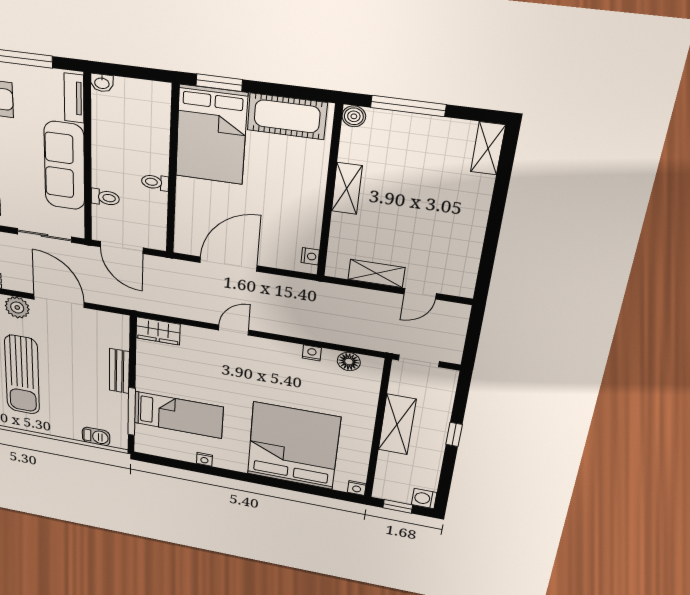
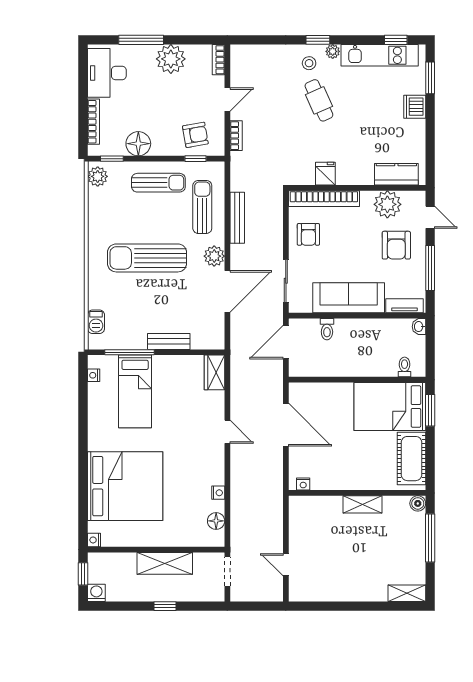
toilet: (155, 182) -> (405, 367), moved
shelving: (376, 273) -> (297, 532), removed
nightstand: (204, 459) -> (94, 375), moved

